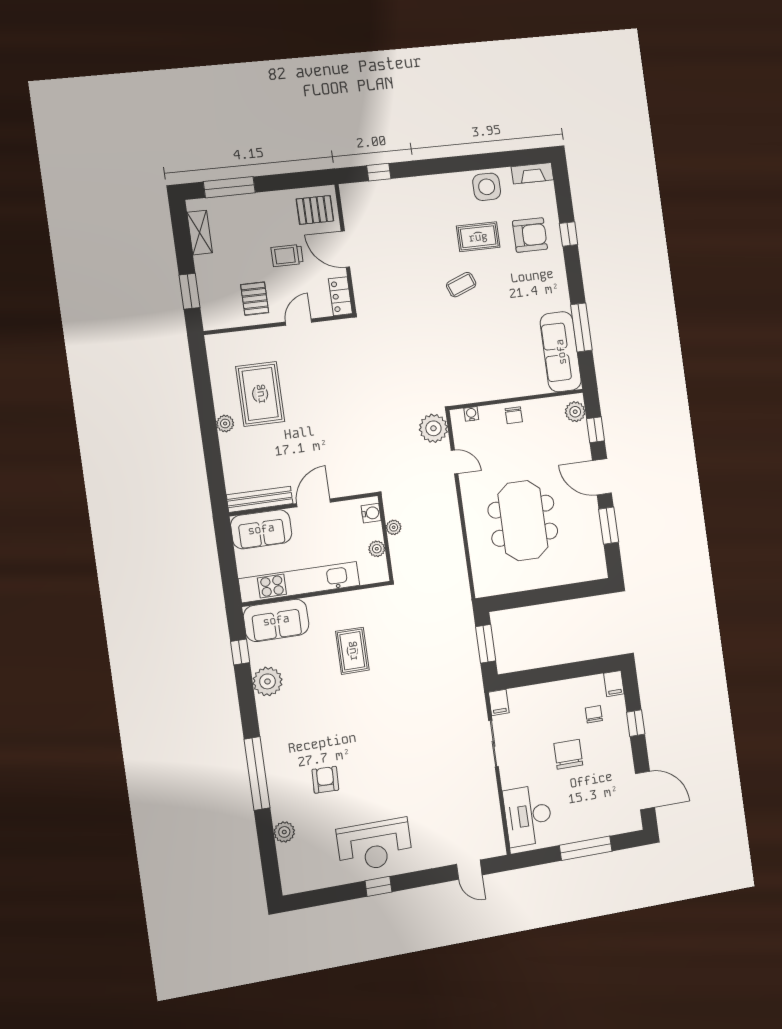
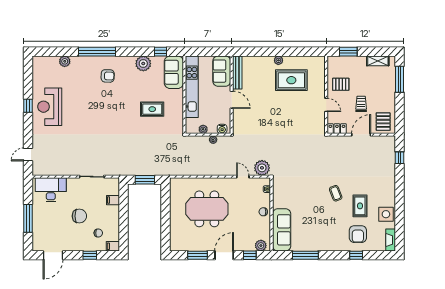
sofa: (561, 352) -> (282, 230), moved, turned 90
door: (455, 462) -> (243, 177), swing flipped
filing cabinet: (499, 702) -> (113, 200), moved
armchair: (325, 780) -> (108, 76), moved

